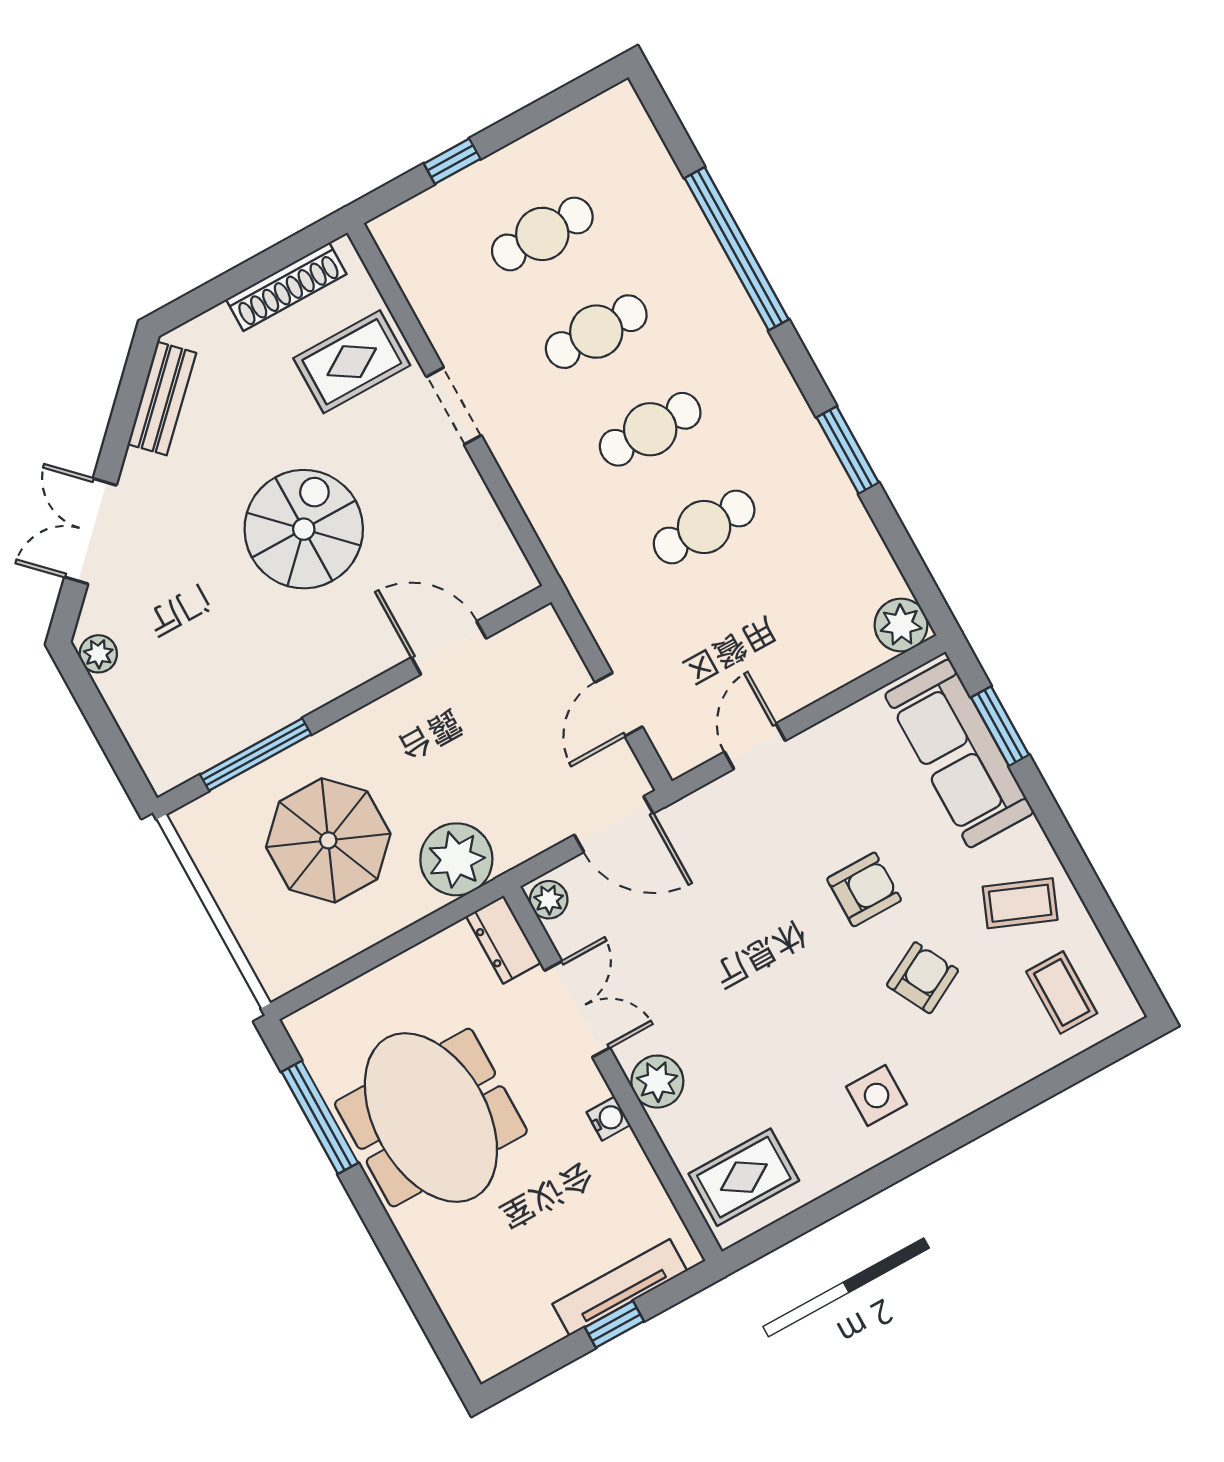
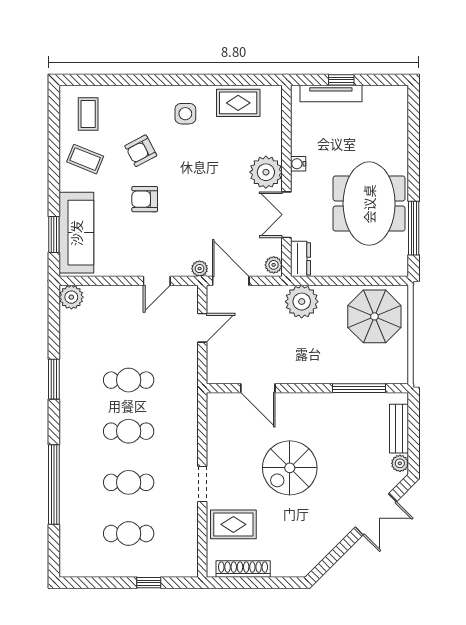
bench: (162, 398) -> (399, 429), moved, turned -45
plant: (686, 815) -> (200, 269), added
parasol: (328, 840) -> (374, 316), moved
plant: (657, 1082) -> (266, 172), width x1.36, depth x1.36
rug: (744, 1177) -> (238, 103), moved

